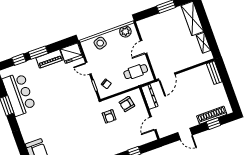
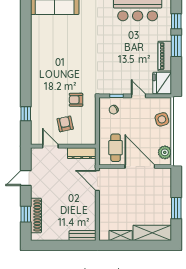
door: (144, 47) -> (140, 167), width x1.87
door: (88, 68) -> (138, 96), hinge flipped
armchair: (127, 104) -> (65, 124), moved

